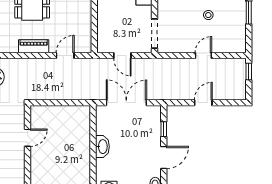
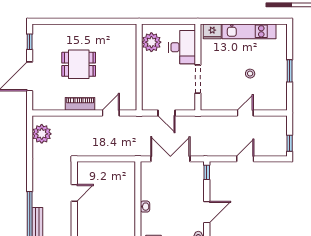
doorway: (155, 34) -> (198, 79), moved
window: (249, 71) -> (290, 143), moved
window: (164, 129) -> (207, 172), moved
washbasin: (102, 147) -> (145, 207), width x0.52, depth x0.69

